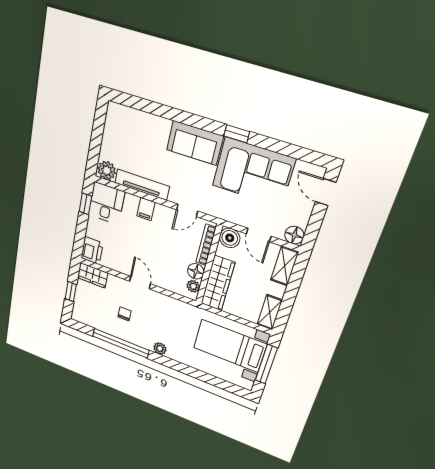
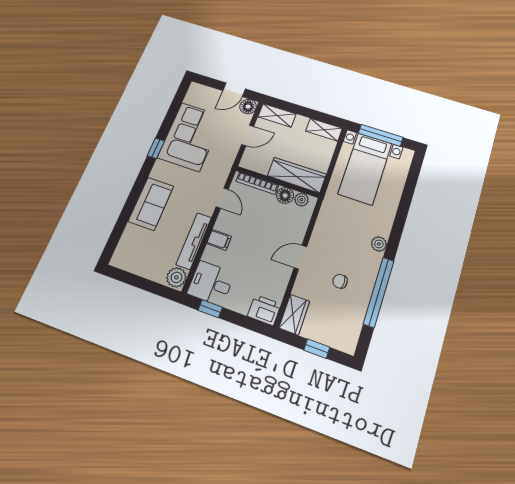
sofa: (195, 143) -> (151, 204), moved
door: (326, 192) -> (234, 90), moved
boiler: (230, 238) -> (250, 161), removed

